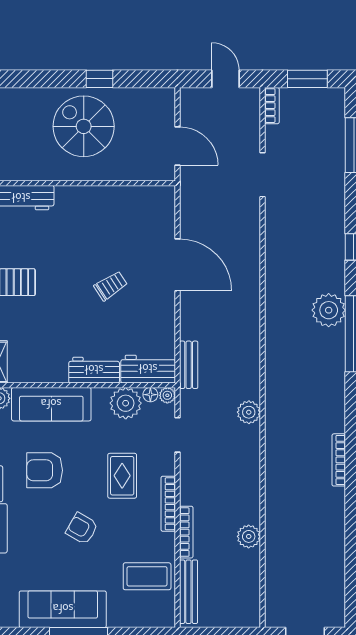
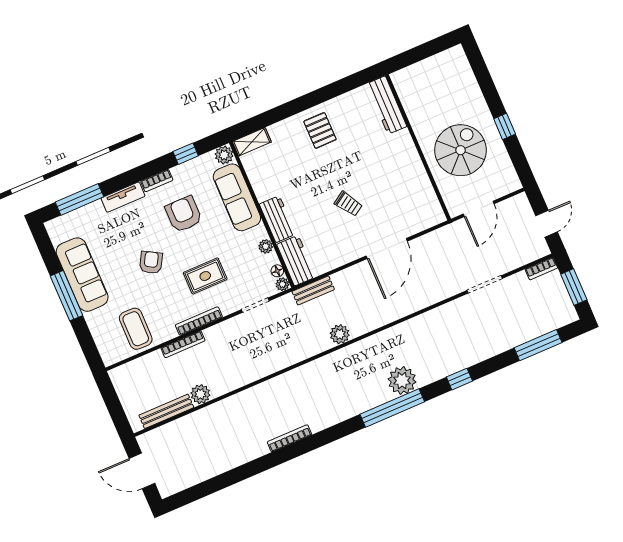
spiral stairs: (84, 126) -> (461, 150), moved
plant: (126, 403) -> (266, 246), width x0.53, depth x0.53
plant: (249, 412) -> (340, 334), moved
bench: (188, 592) -> (166, 411), moved

